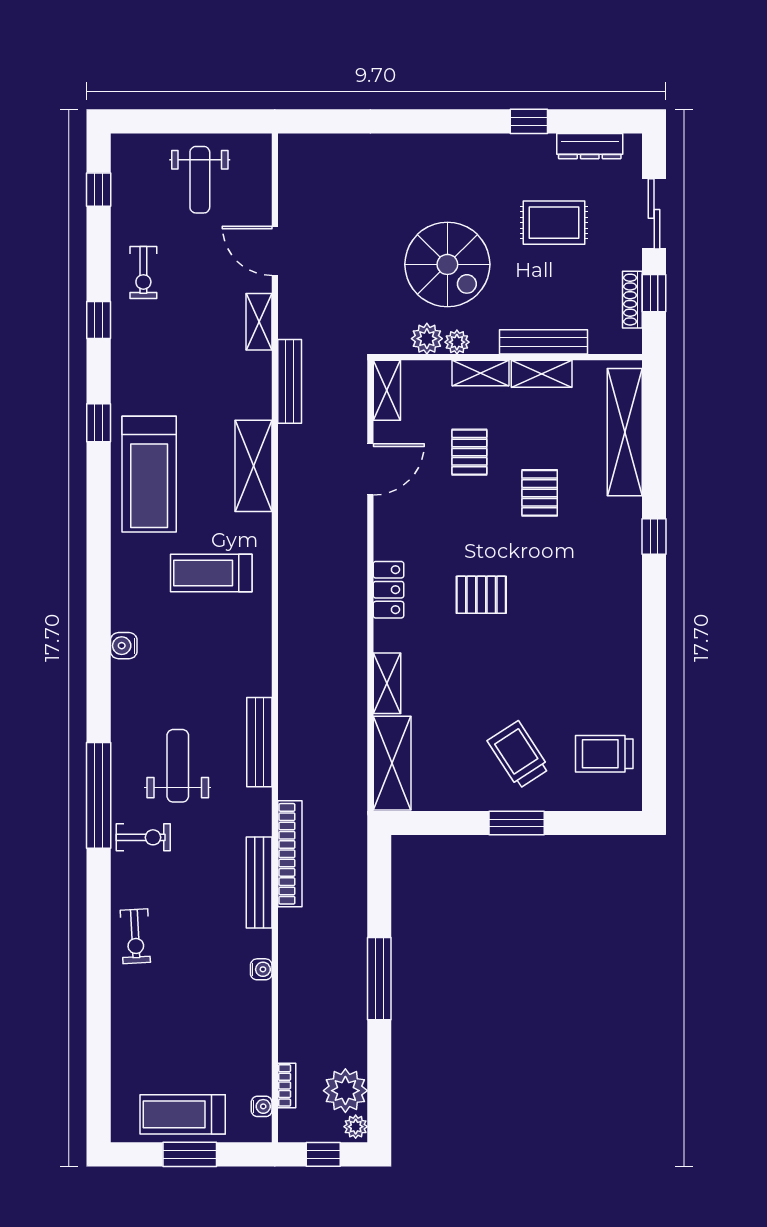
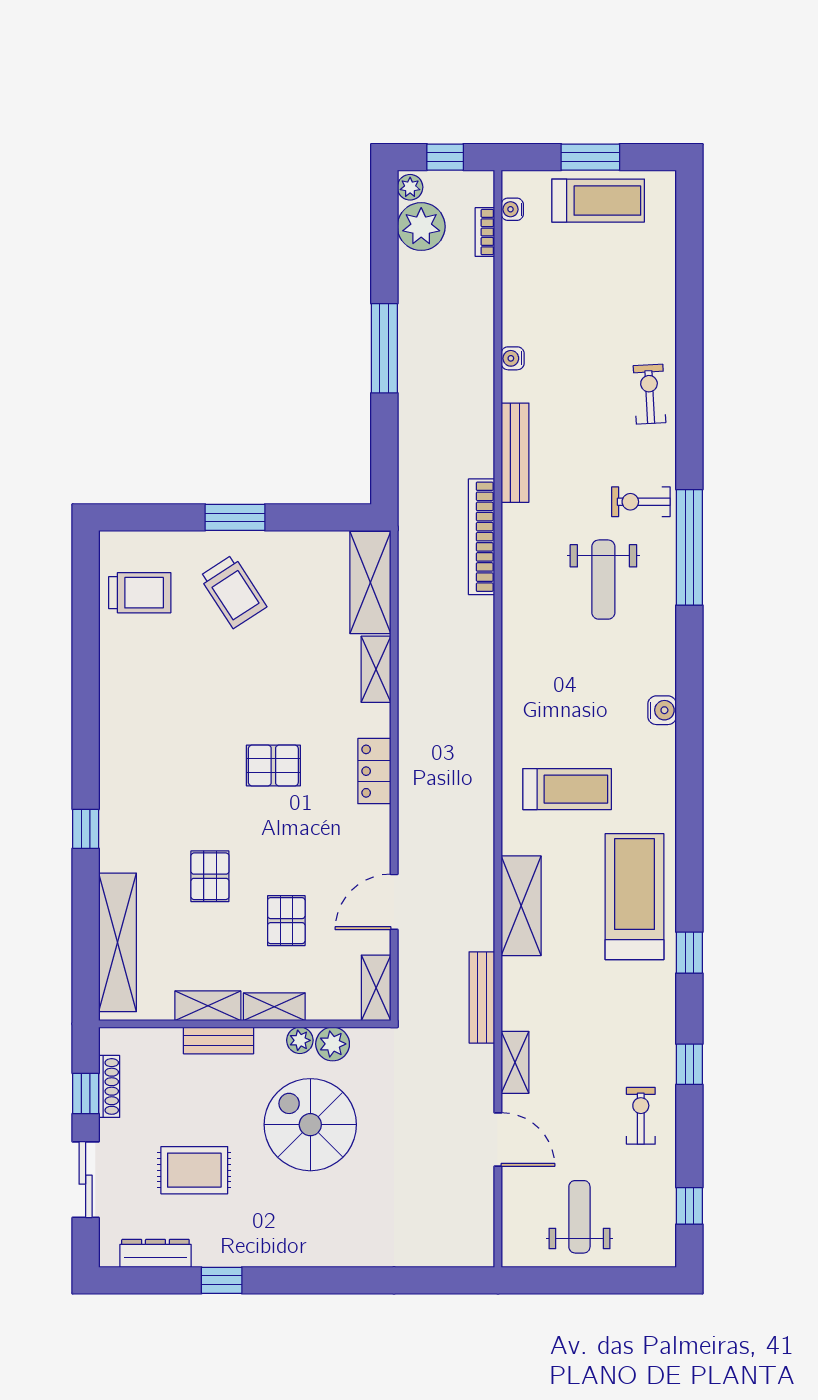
bench: (543, 342) -> (219, 1040), width x0.73
bench: (259, 742) -> (515, 605), removed
bookcase: (290, 854) -> (482, 537), moved

